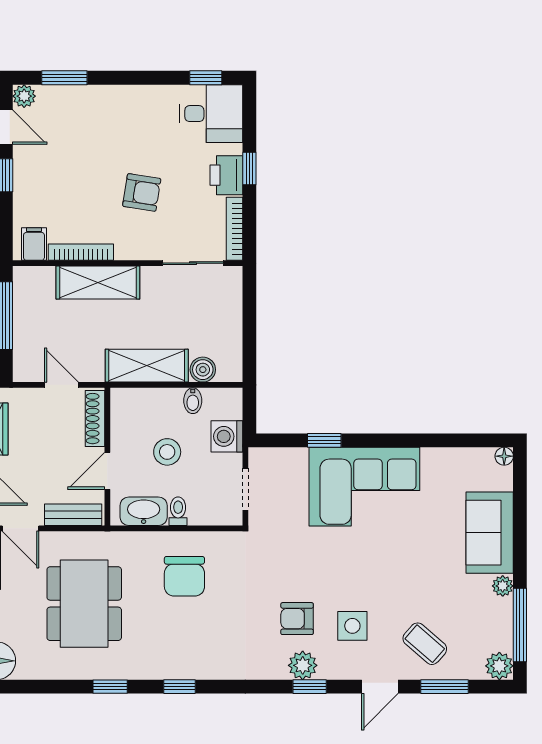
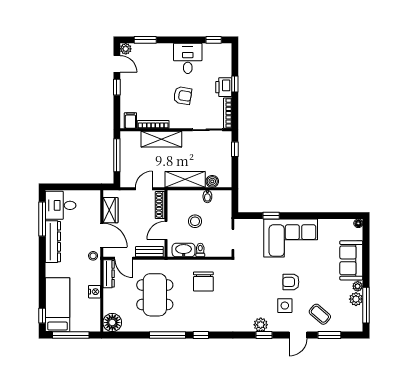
desk: (211, 114) -> (188, 58), moved, turned -90
window: (249, 303) -> (235, 149), added
door: (61, 385) -> (144, 189), hinge flipped
washing machine: (227, 436) -> (224, 214), removed
armchair: (297, 619) -> (291, 282), moved
plant: (499, 666) -> (356, 299), moved
window: (110, 687) -> (167, 335), width x2.17

